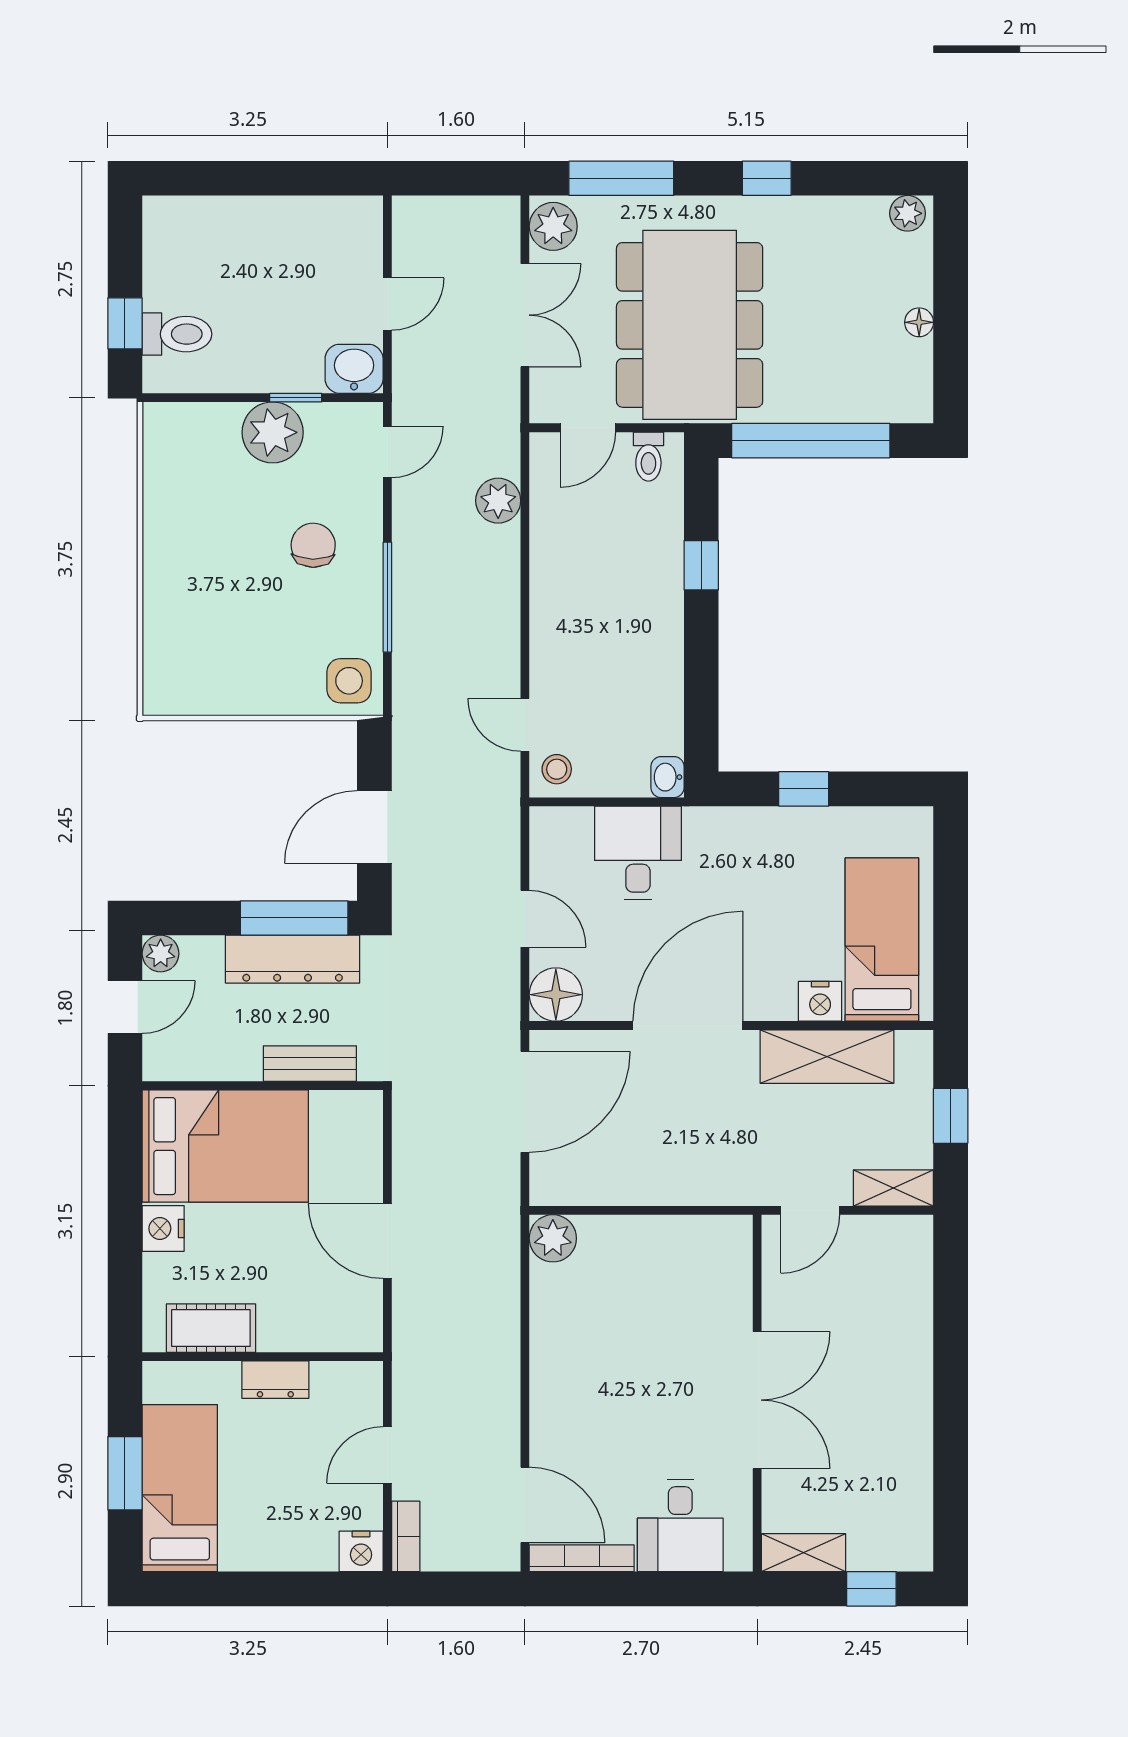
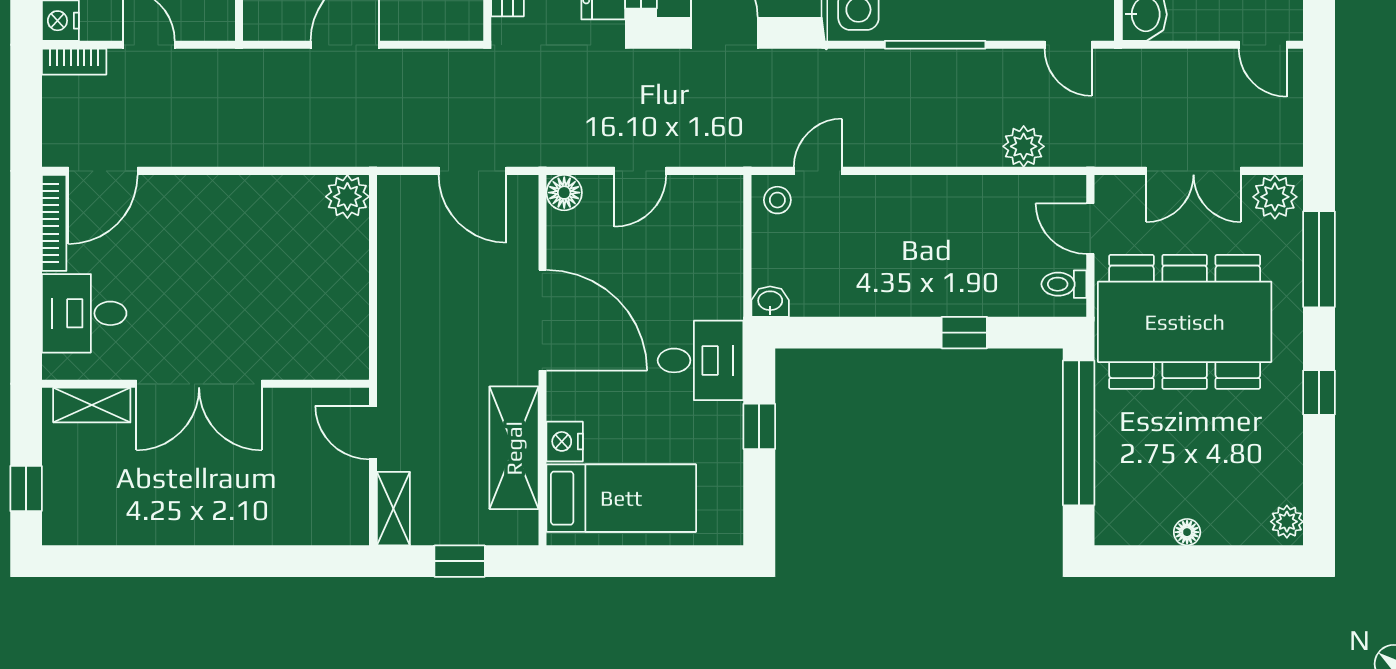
door: (387, 304) -> (1263, 45), moved
desk: (638, 853) -> (701, 360), moved
floor lamp: (556, 995) -> (564, 193), width x0.73, depth x0.73
door: (525, 1102) -> (472, 171), width x0.73
shelving: (804, 1553) -> (92, 405), moved, turned 90

